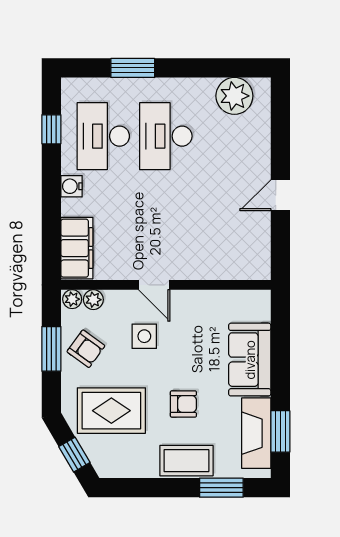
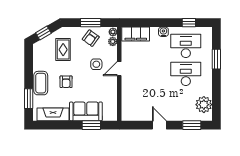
window: (280, 123) -> (192, 125), added
rug: (111, 411) -> (63, 50), width x0.73, depth x0.70
window: (280, 431) -> (91, 125), moved

